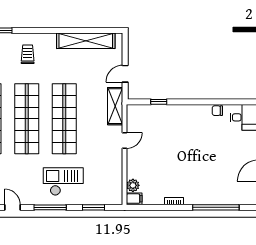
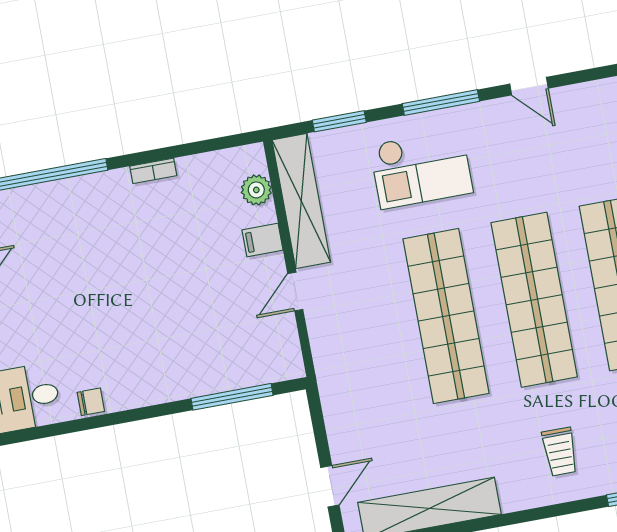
door: (125, 74) -> (330, 486), moved
window: (159, 102) -> (232, 397), width x2.17
shelving: (115, 106) -> (301, 201), moved, width x1.47
filing cabinet: (134, 199) -> (263, 240), moved

